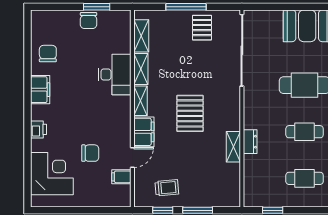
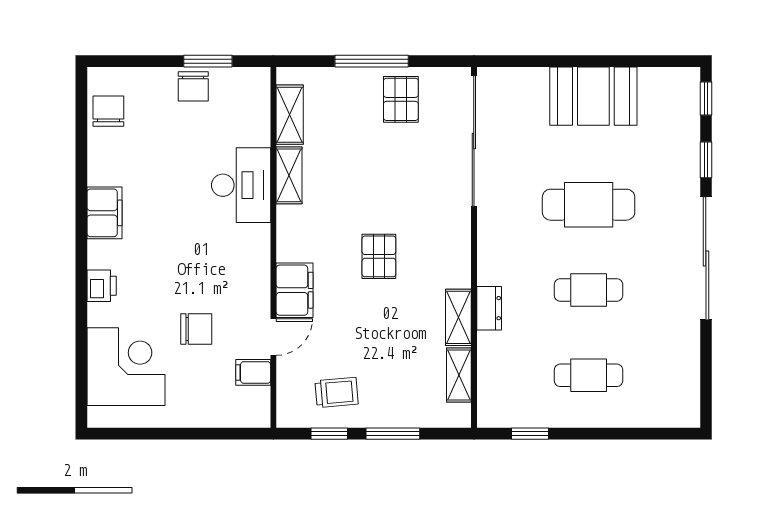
chair: (48, 54) -> (108, 111), moved
shelving: (141, 101) -> (459, 375), moved
pallet: (190, 113) -> (379, 256), width x0.67, depth x0.71

